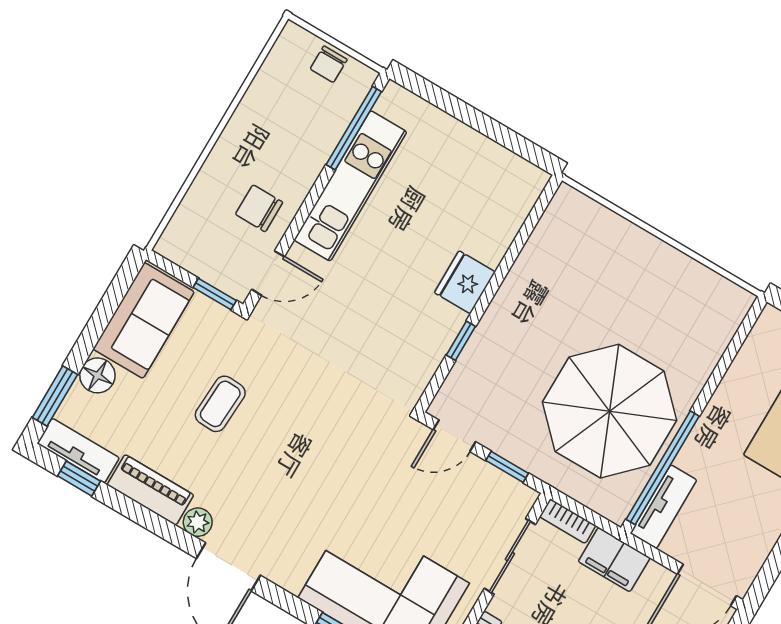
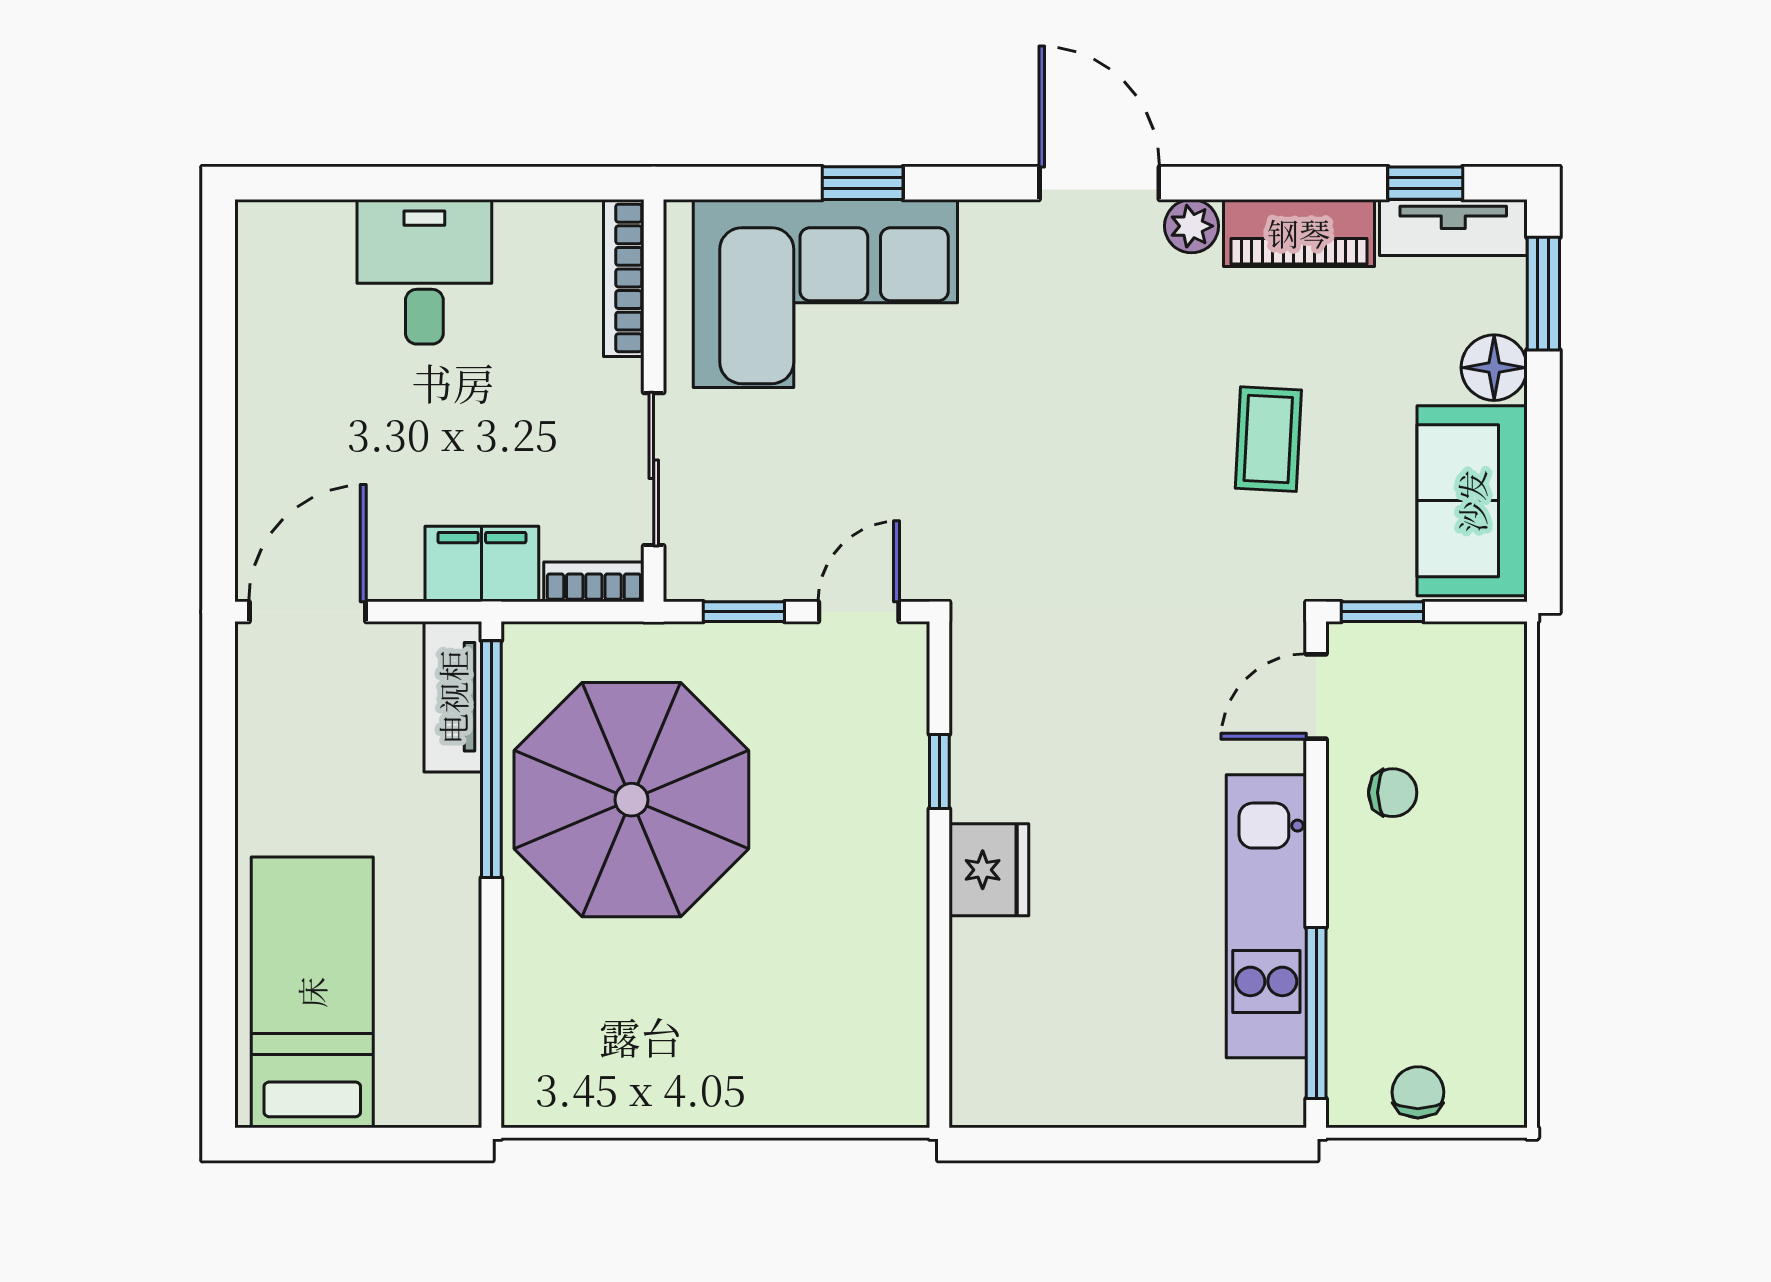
chair: (259, 208) -> (1393, 793), width x0.73, depth x0.73

